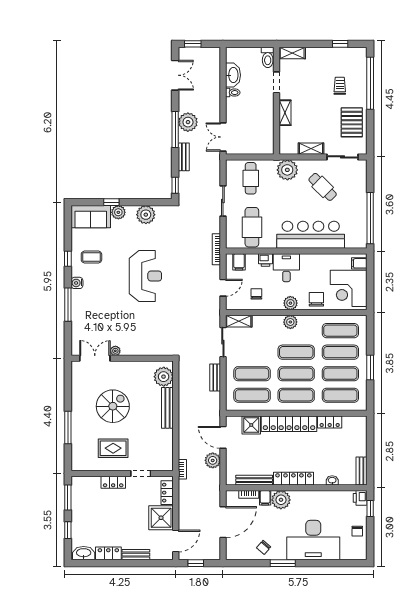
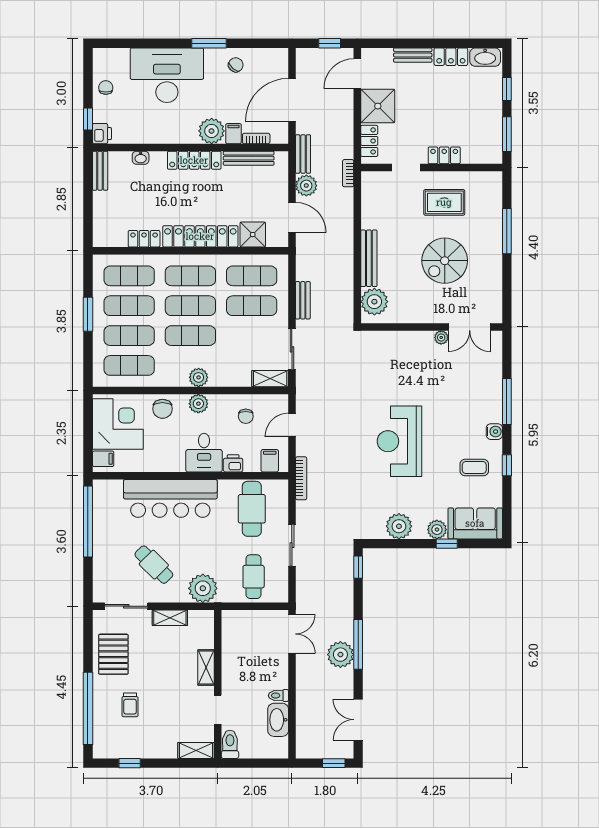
bench: (184, 157) -> (303, 154), moved

